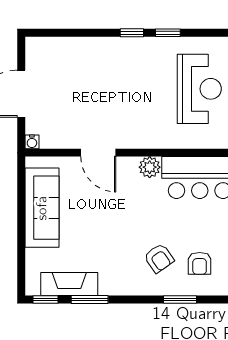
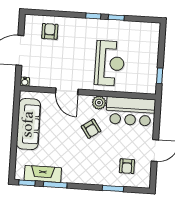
armchair: (66, 61) -> (50, 31), added
reception desk: (199, 89) -> (110, 63), moved
armchair: (159, 258) -> (91, 129), moved

